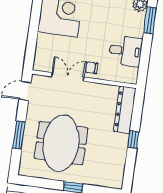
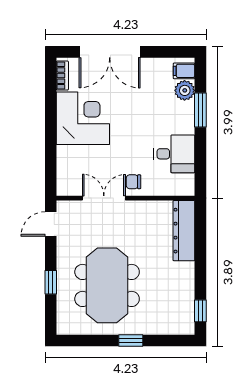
window: (19, 135) -> (51, 282), width x0.67
window: (133, 140) -> (200, 311), moved

